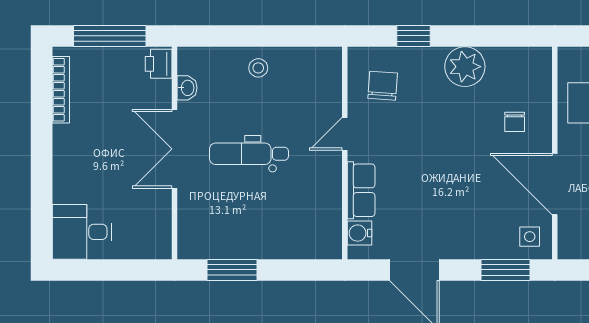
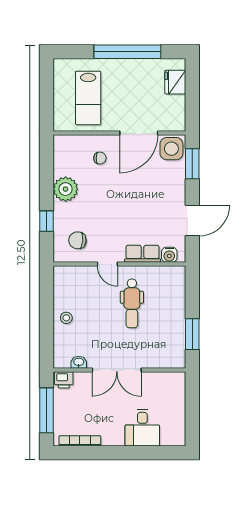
dental chair: (249, 154) -> (132, 303), moved
desk: (82, 232) -> (142, 428), moved
side table: (530, 237) -> (171, 149), width x1.87, depth x1.87

